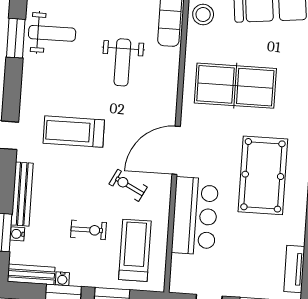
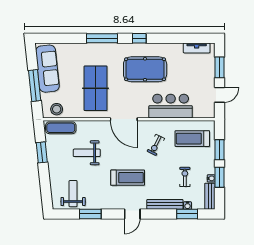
window: (16, 38) -> (90, 214), moved
weight bench: (122, 62) -> (87, 153), turned 180
treadmill: (74, 132) -> (128, 178), turned -90
door: (176, 150) -> (124, 119), moved
exercise bike: (88, 230) -> (185, 177), moved

